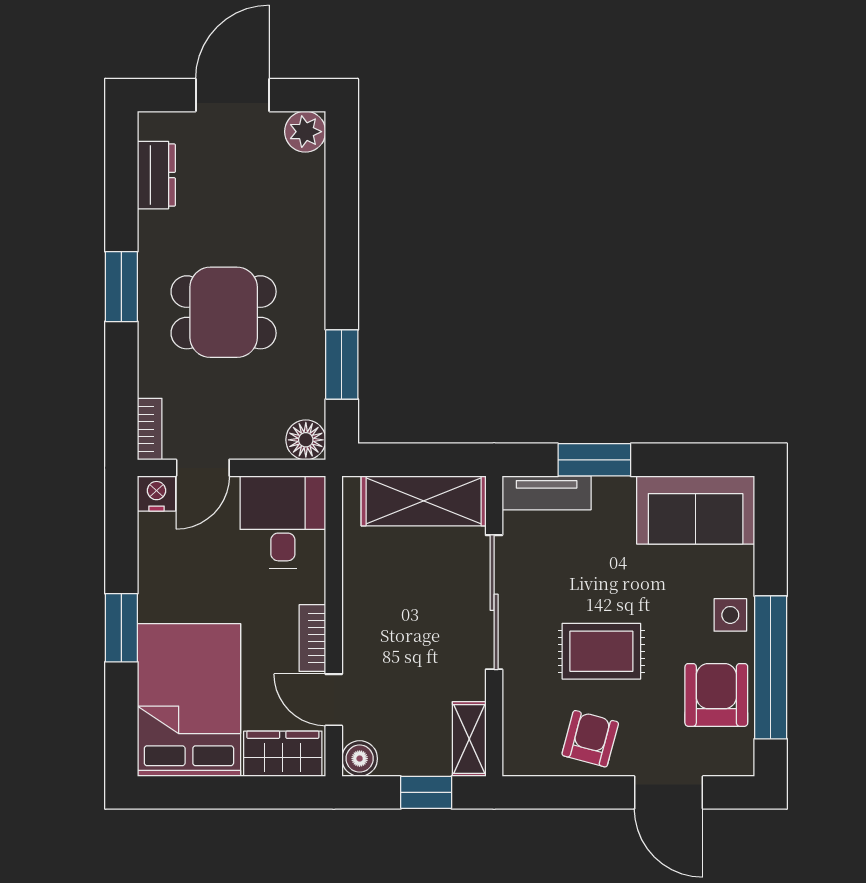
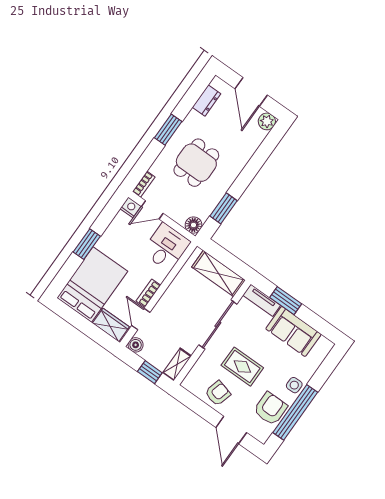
door: (233, 95) -> (251, 92), swing flipped
dining table: (224, 312) -> (196, 163), turned 90
sofa: (696, 510) -> (293, 331), moved

